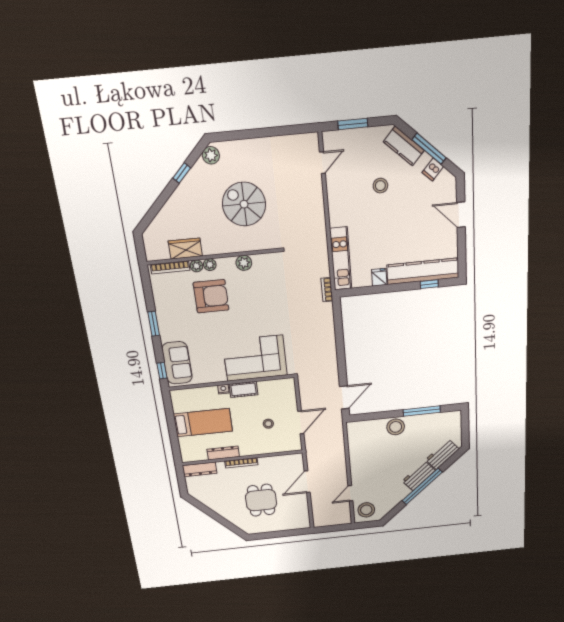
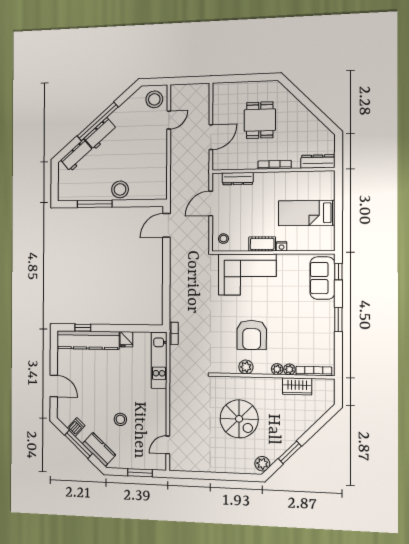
window: (182, 173) -> (290, 452), width x1.50
armchair: (211, 296) -> (252, 335), moved, turned -90
stool: (268, 424) -> (223, 239), moved
dresser: (223, 453) -> (238, 179), moved

